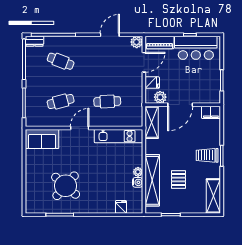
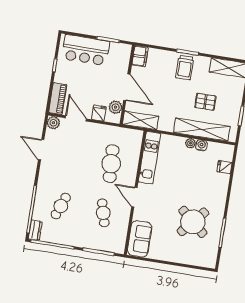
bar counter: (196, 48) -> (86, 50), moved, turned 90
cafe table: (107, 101) -> (111, 164), width x1.37, depth x1.35

